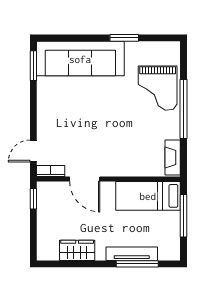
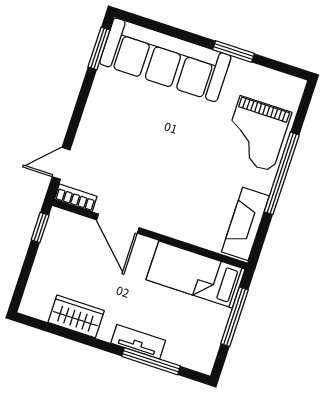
fireplace: (173, 158) -> (245, 224), width x1.37, depth x1.32
tv unit: (132, 254) -> (138, 342), width x0.71

